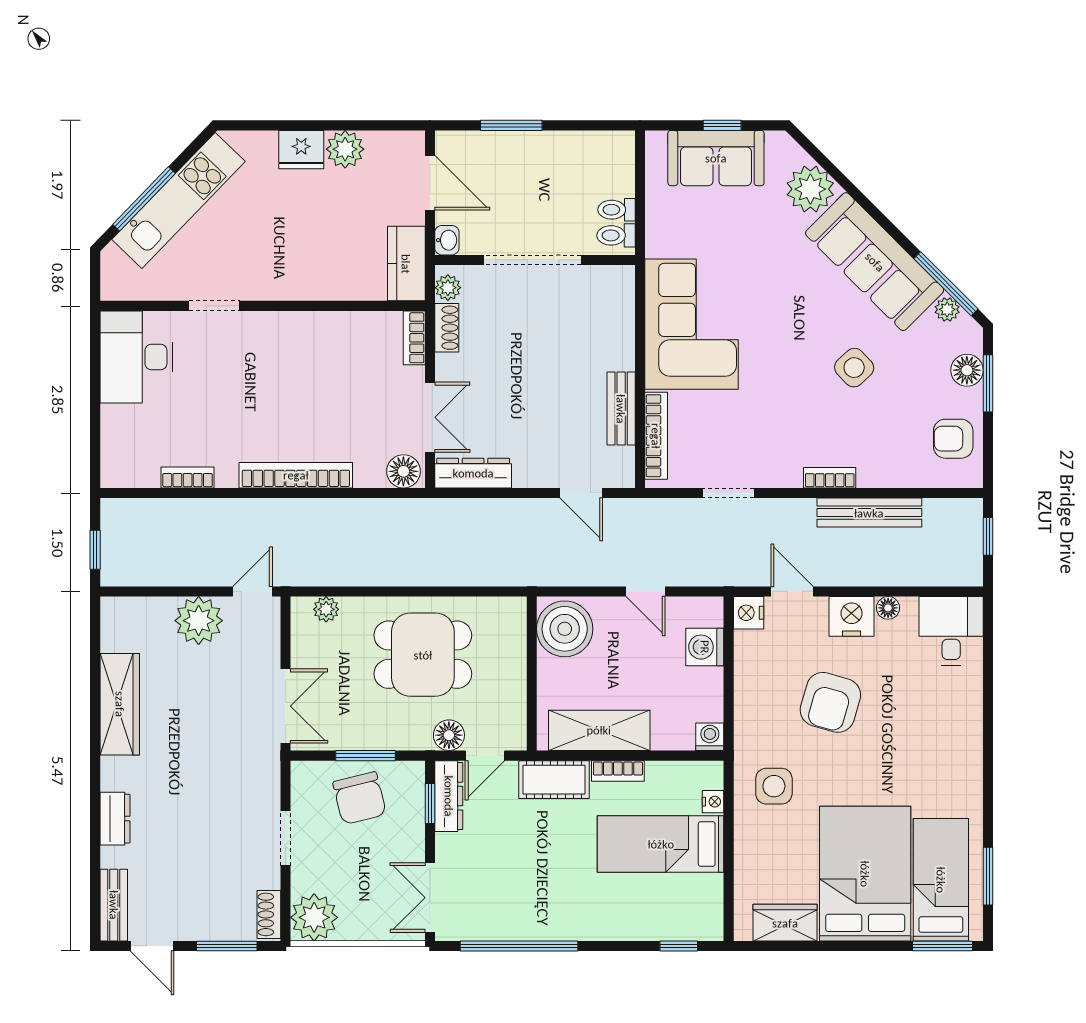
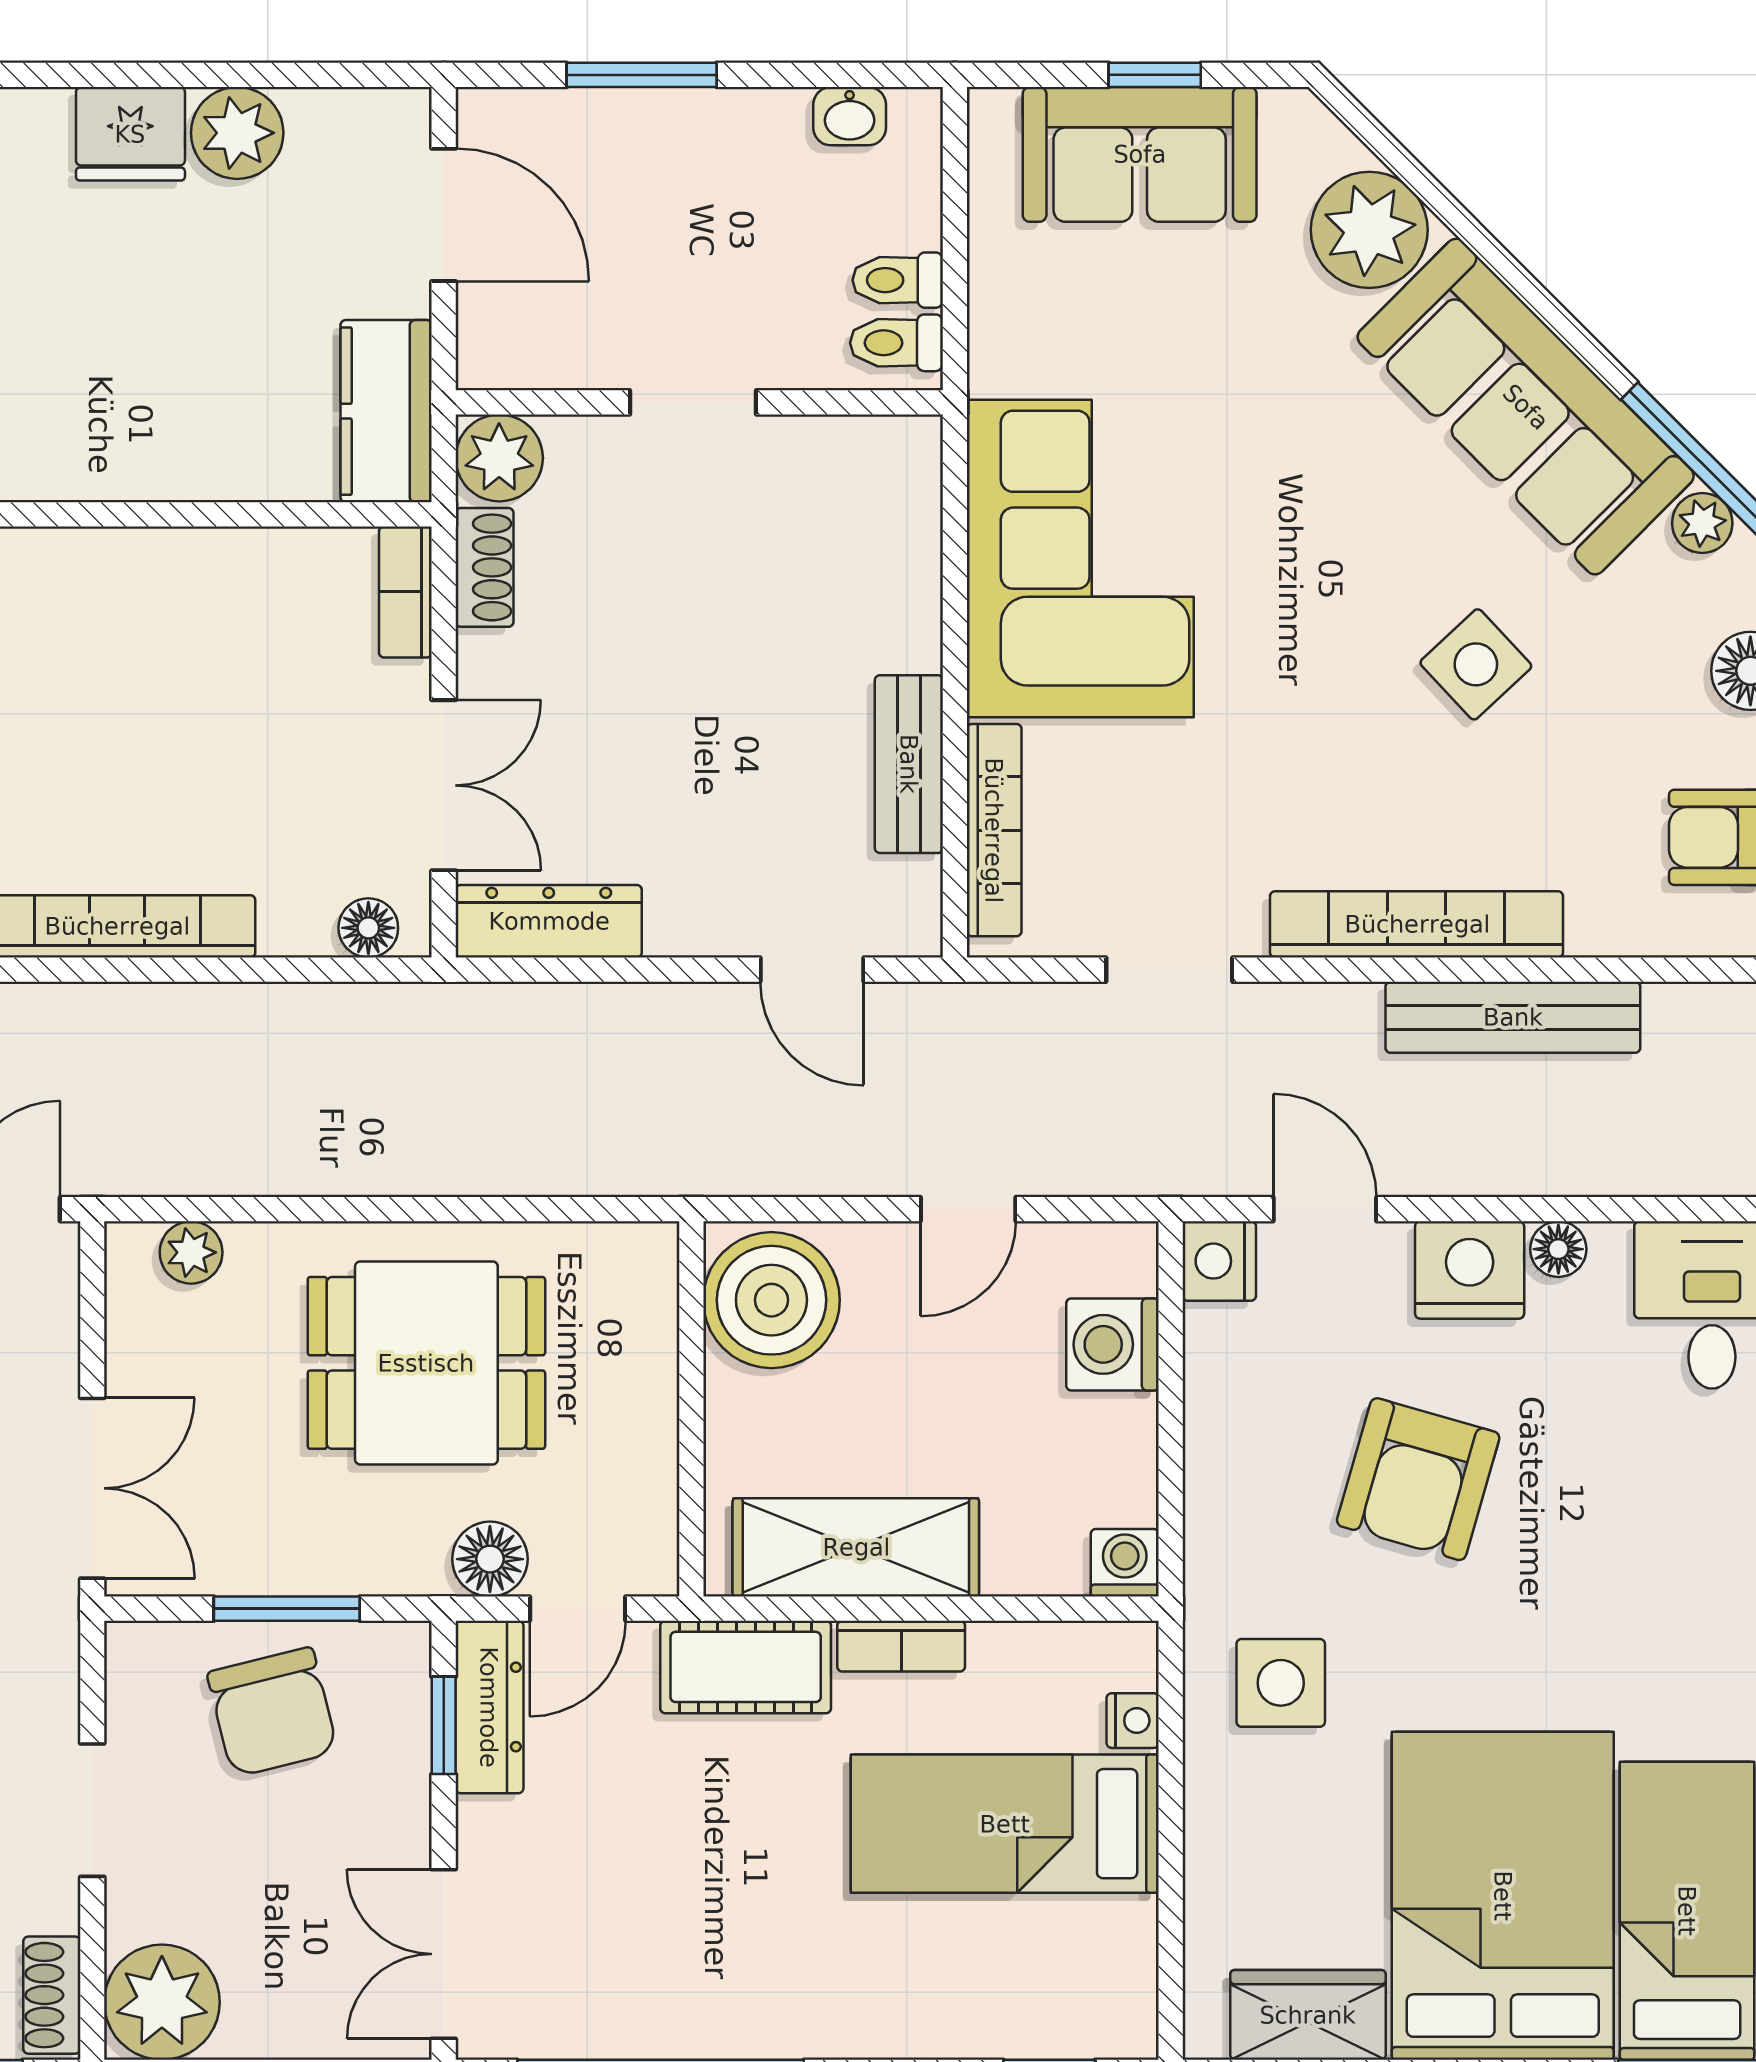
washbasin: (447, 240) -> (850, 116), moved, turned 90
doorway: (532, 260) -> (693, 402), width x0.53
plant: (448, 288) -> (499, 458), width x1.38, depth x1.38
floor lamp: (403, 471) -> (368, 928), width x0.73, depth x0.73
bookcase: (830, 478) -> (1417, 924), width x2.31, depth x1.31
door: (645, 591) -> (968, 1209), hinge flipped

